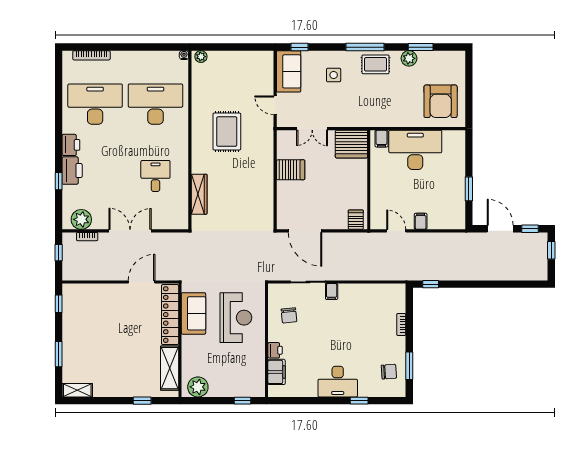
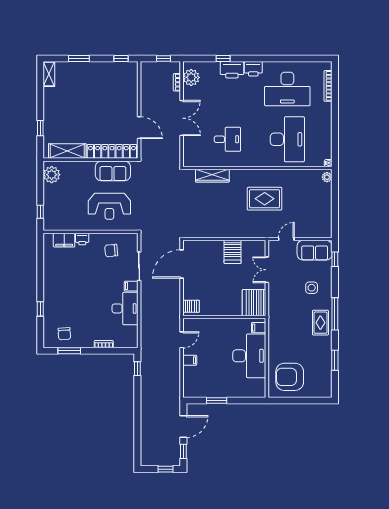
plant: (409, 58) -> (325, 351), removed
desk: (95, 104) -> (287, 89), turned 90
desk: (338, 382) -> (125, 308), moved, turned 180

